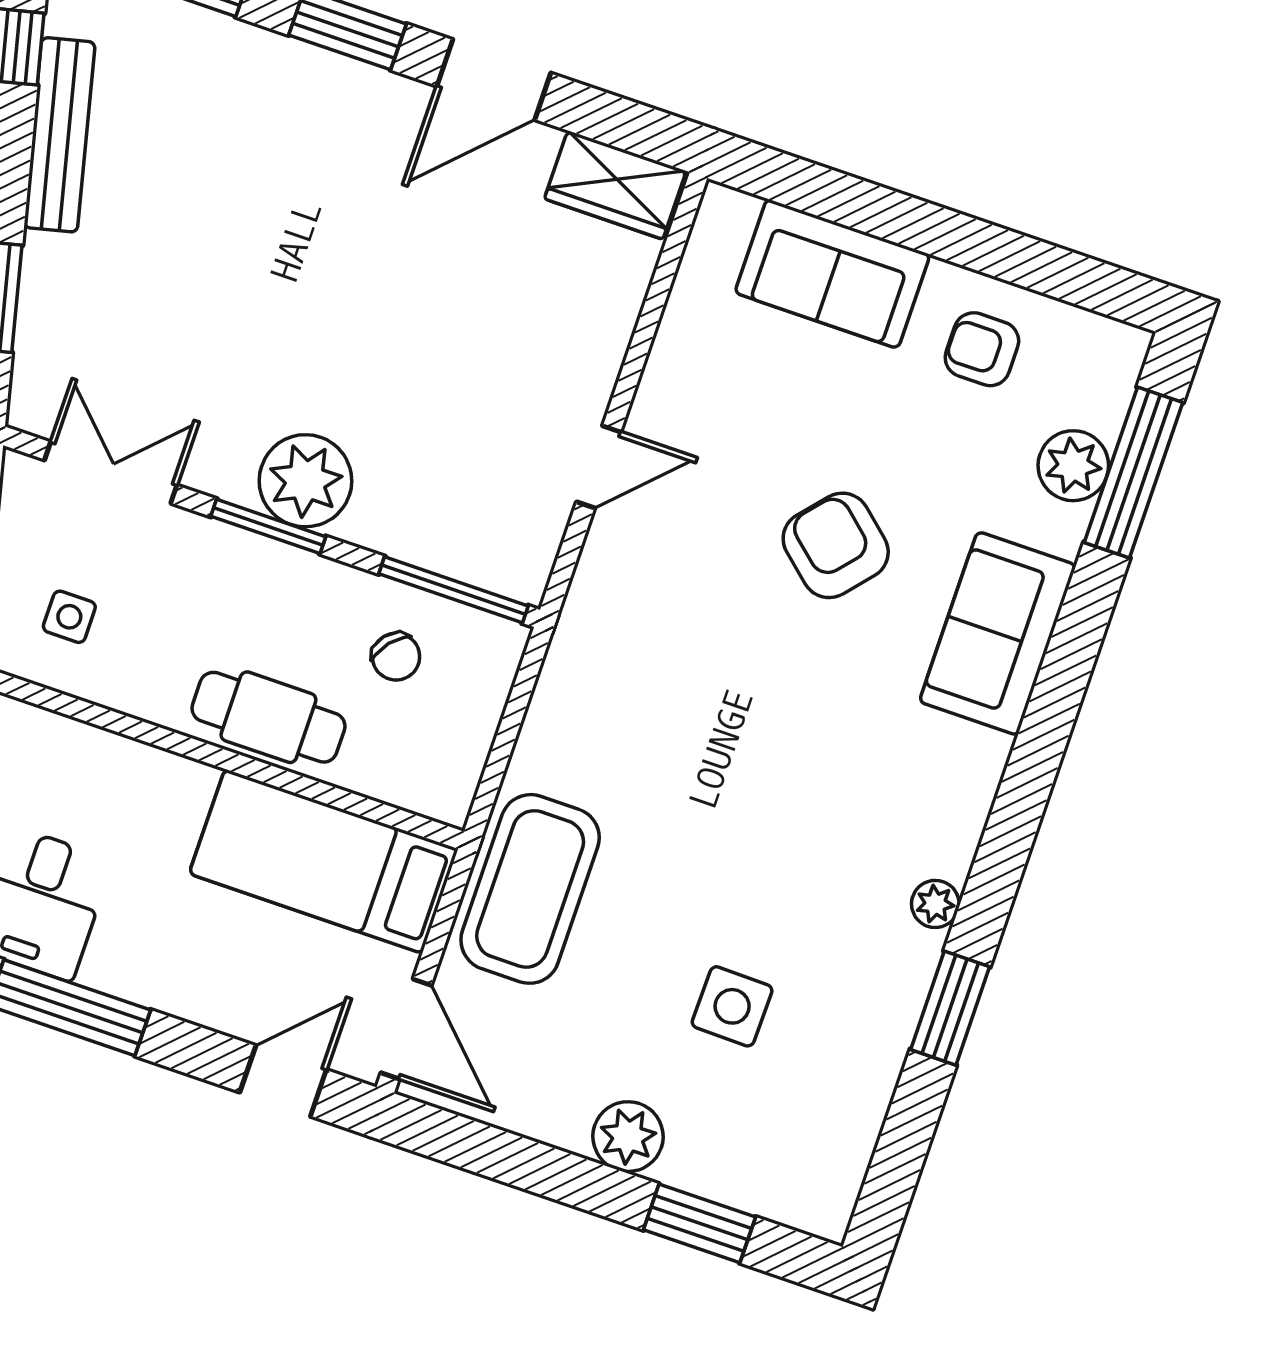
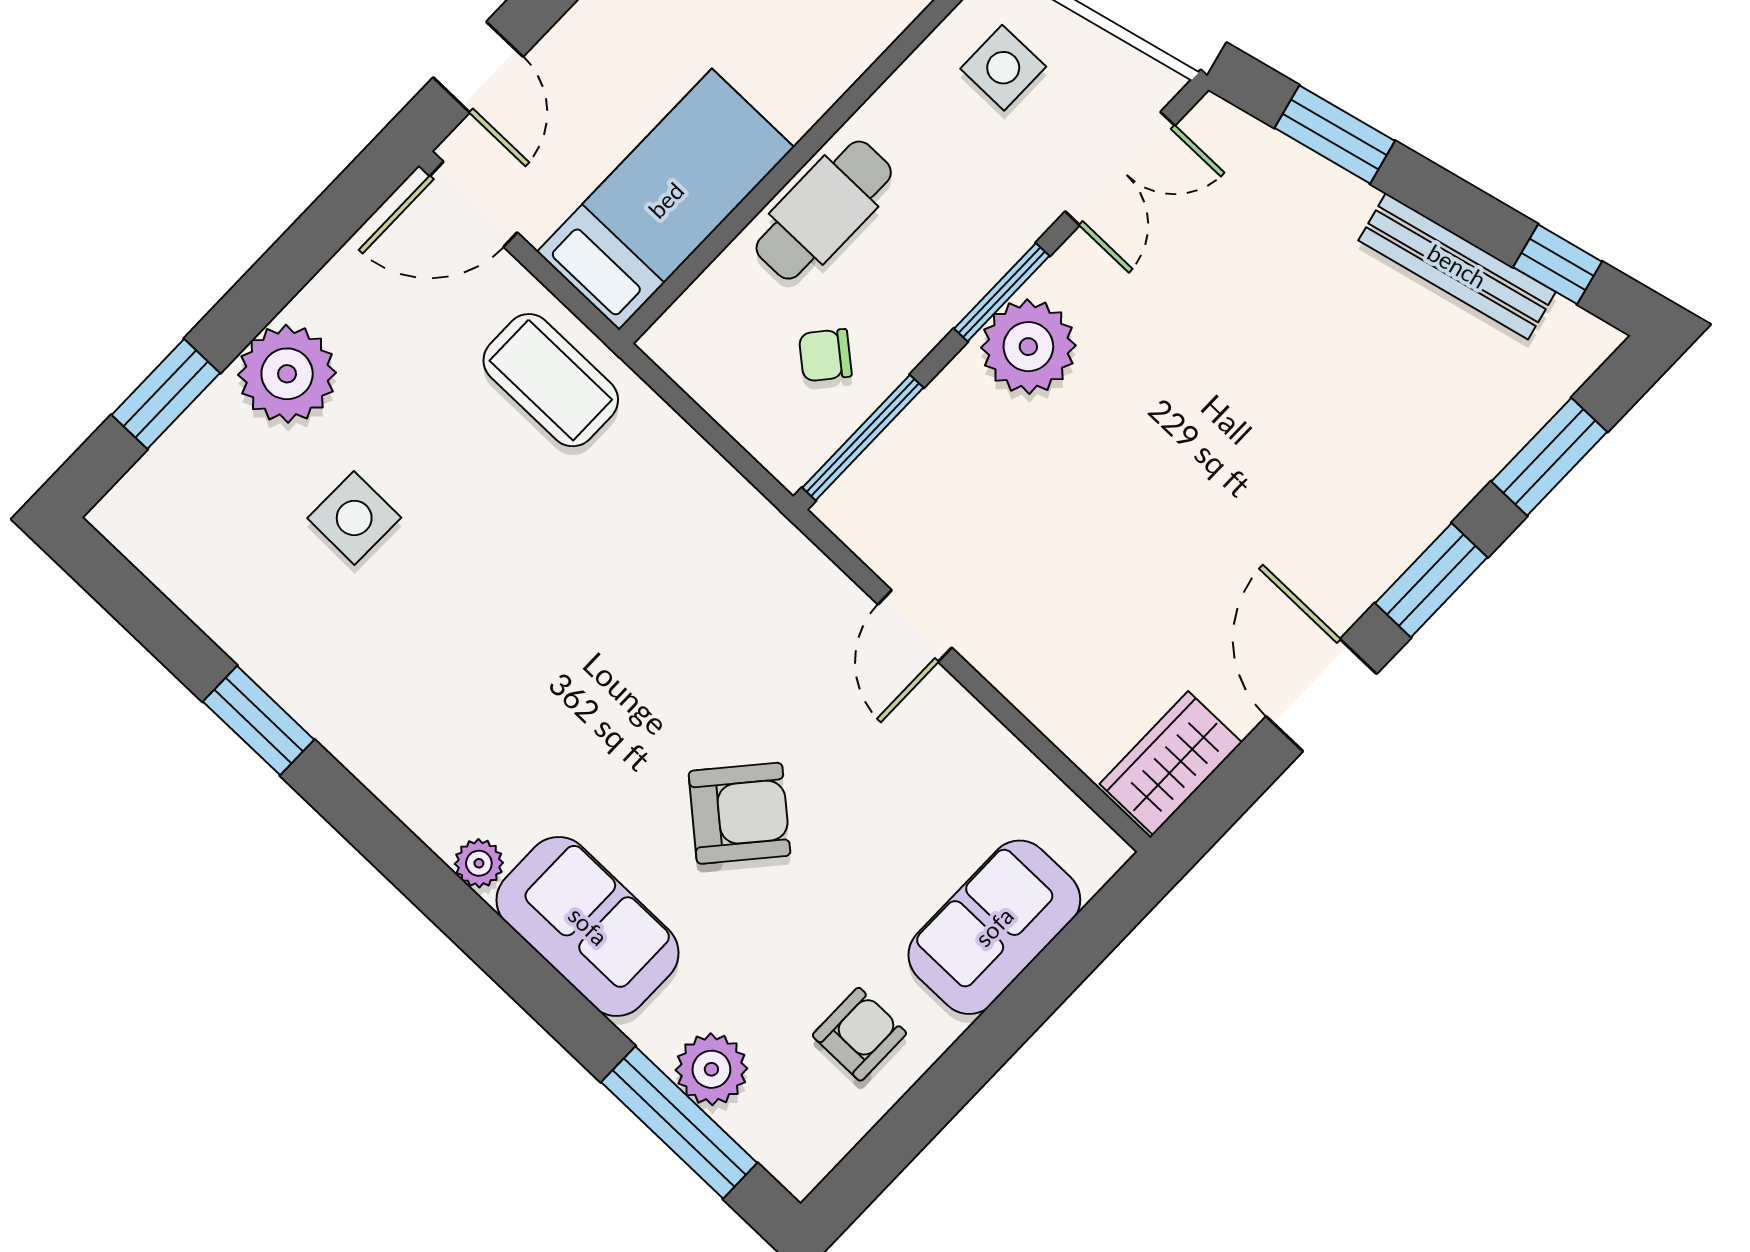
side table: (69, 617) -> (1003, 68), width x1.37, depth x1.37
coffee table: (530, 889) -> (551, 380), width x0.73, depth x0.76
plant: (935, 904) -> (479, 863), moved
plant: (628, 1137) -> (287, 374), width x1.36, depth x1.36

